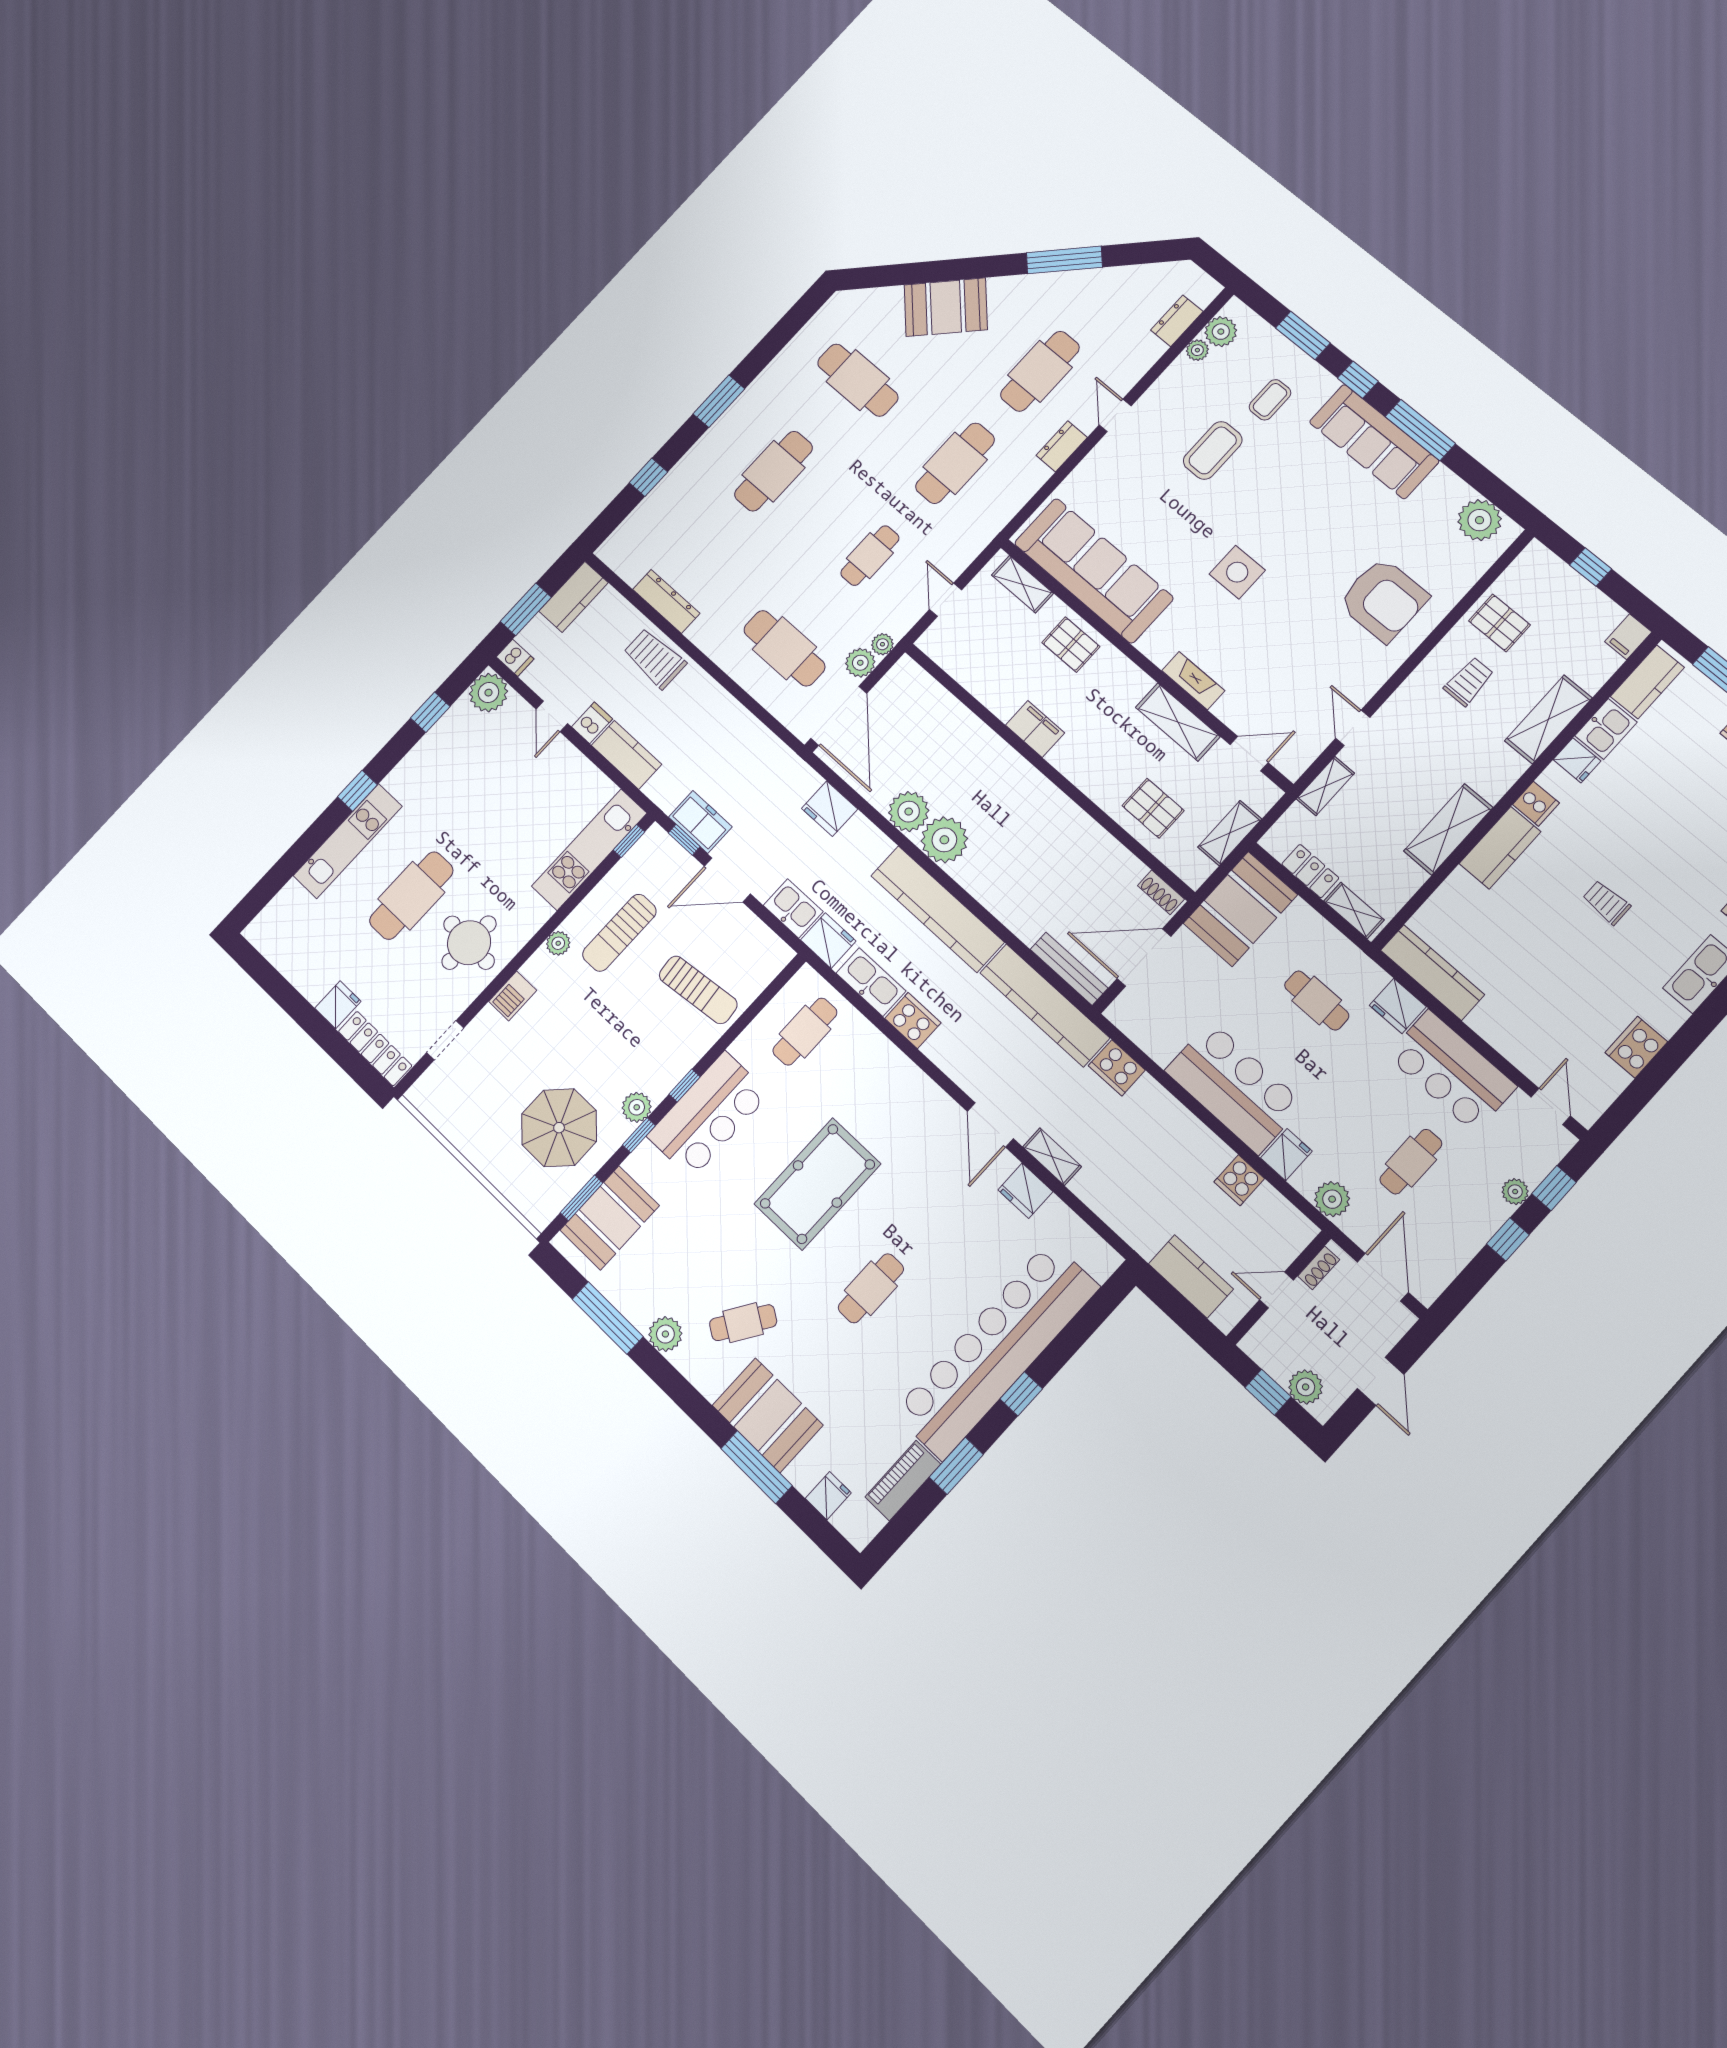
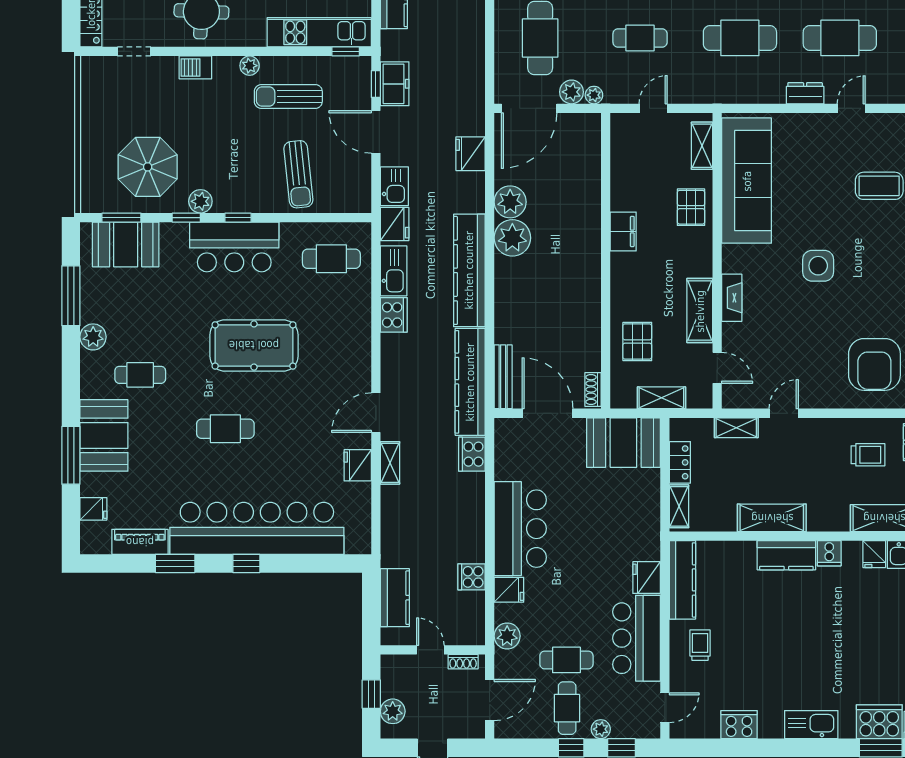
trolley: (1607, 902) -> (700, 645), moved
cafe table: (1317, 1000) -> (567, 708), moved
cafe table: (743, 1323) -> (140, 375), turned -33

